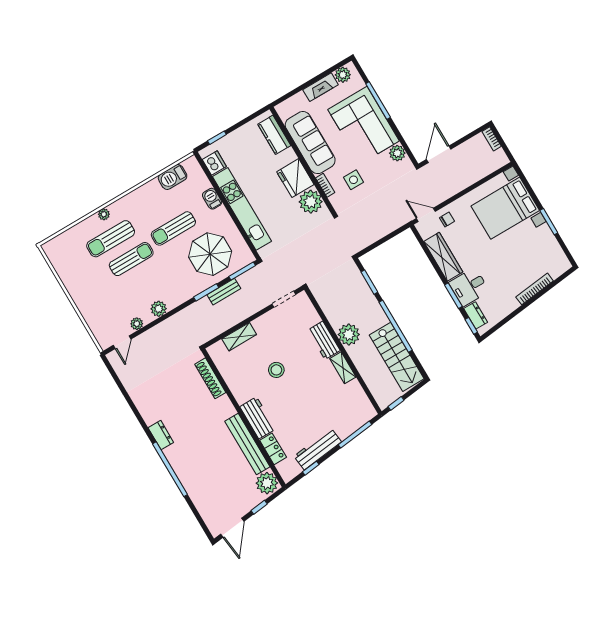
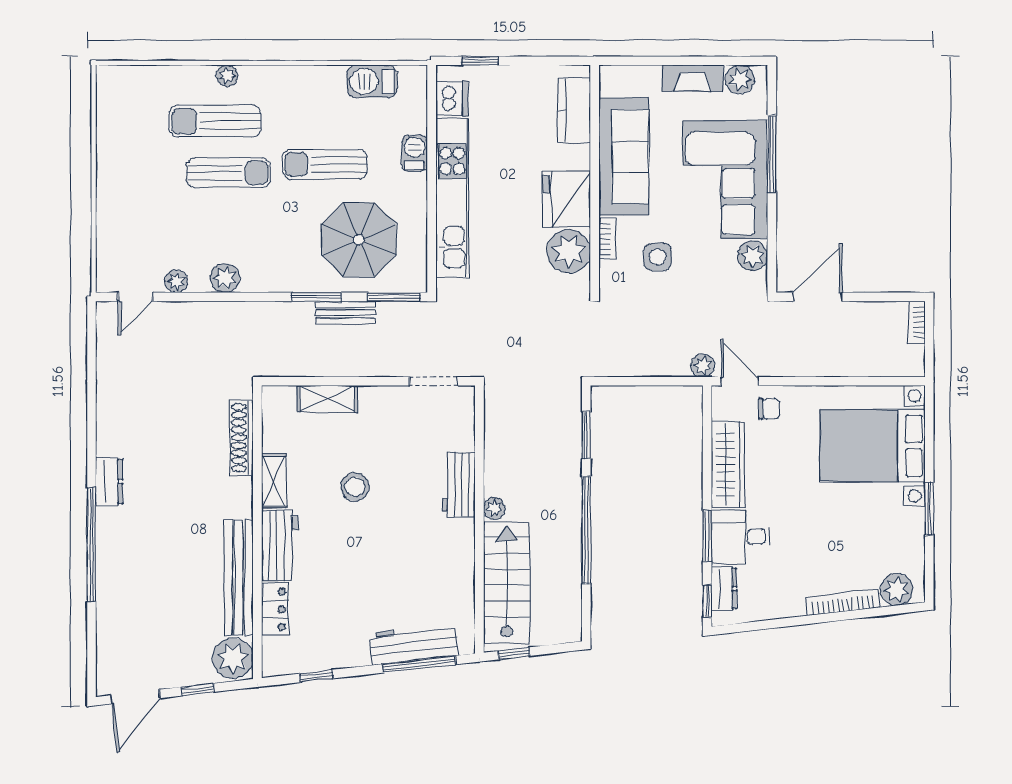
plant: (404, 218) -> (703, 365), added
plant: (556, 268) -> (897, 589), added
plant: (349, 334) -> (494, 508), width x0.53, depth x0.53
stairs: (397, 357) -> (507, 582), moved, turned 180
shelving: (343, 368) -> (274, 481), moved
workbench: (318, 449) -> (414, 644), moved

